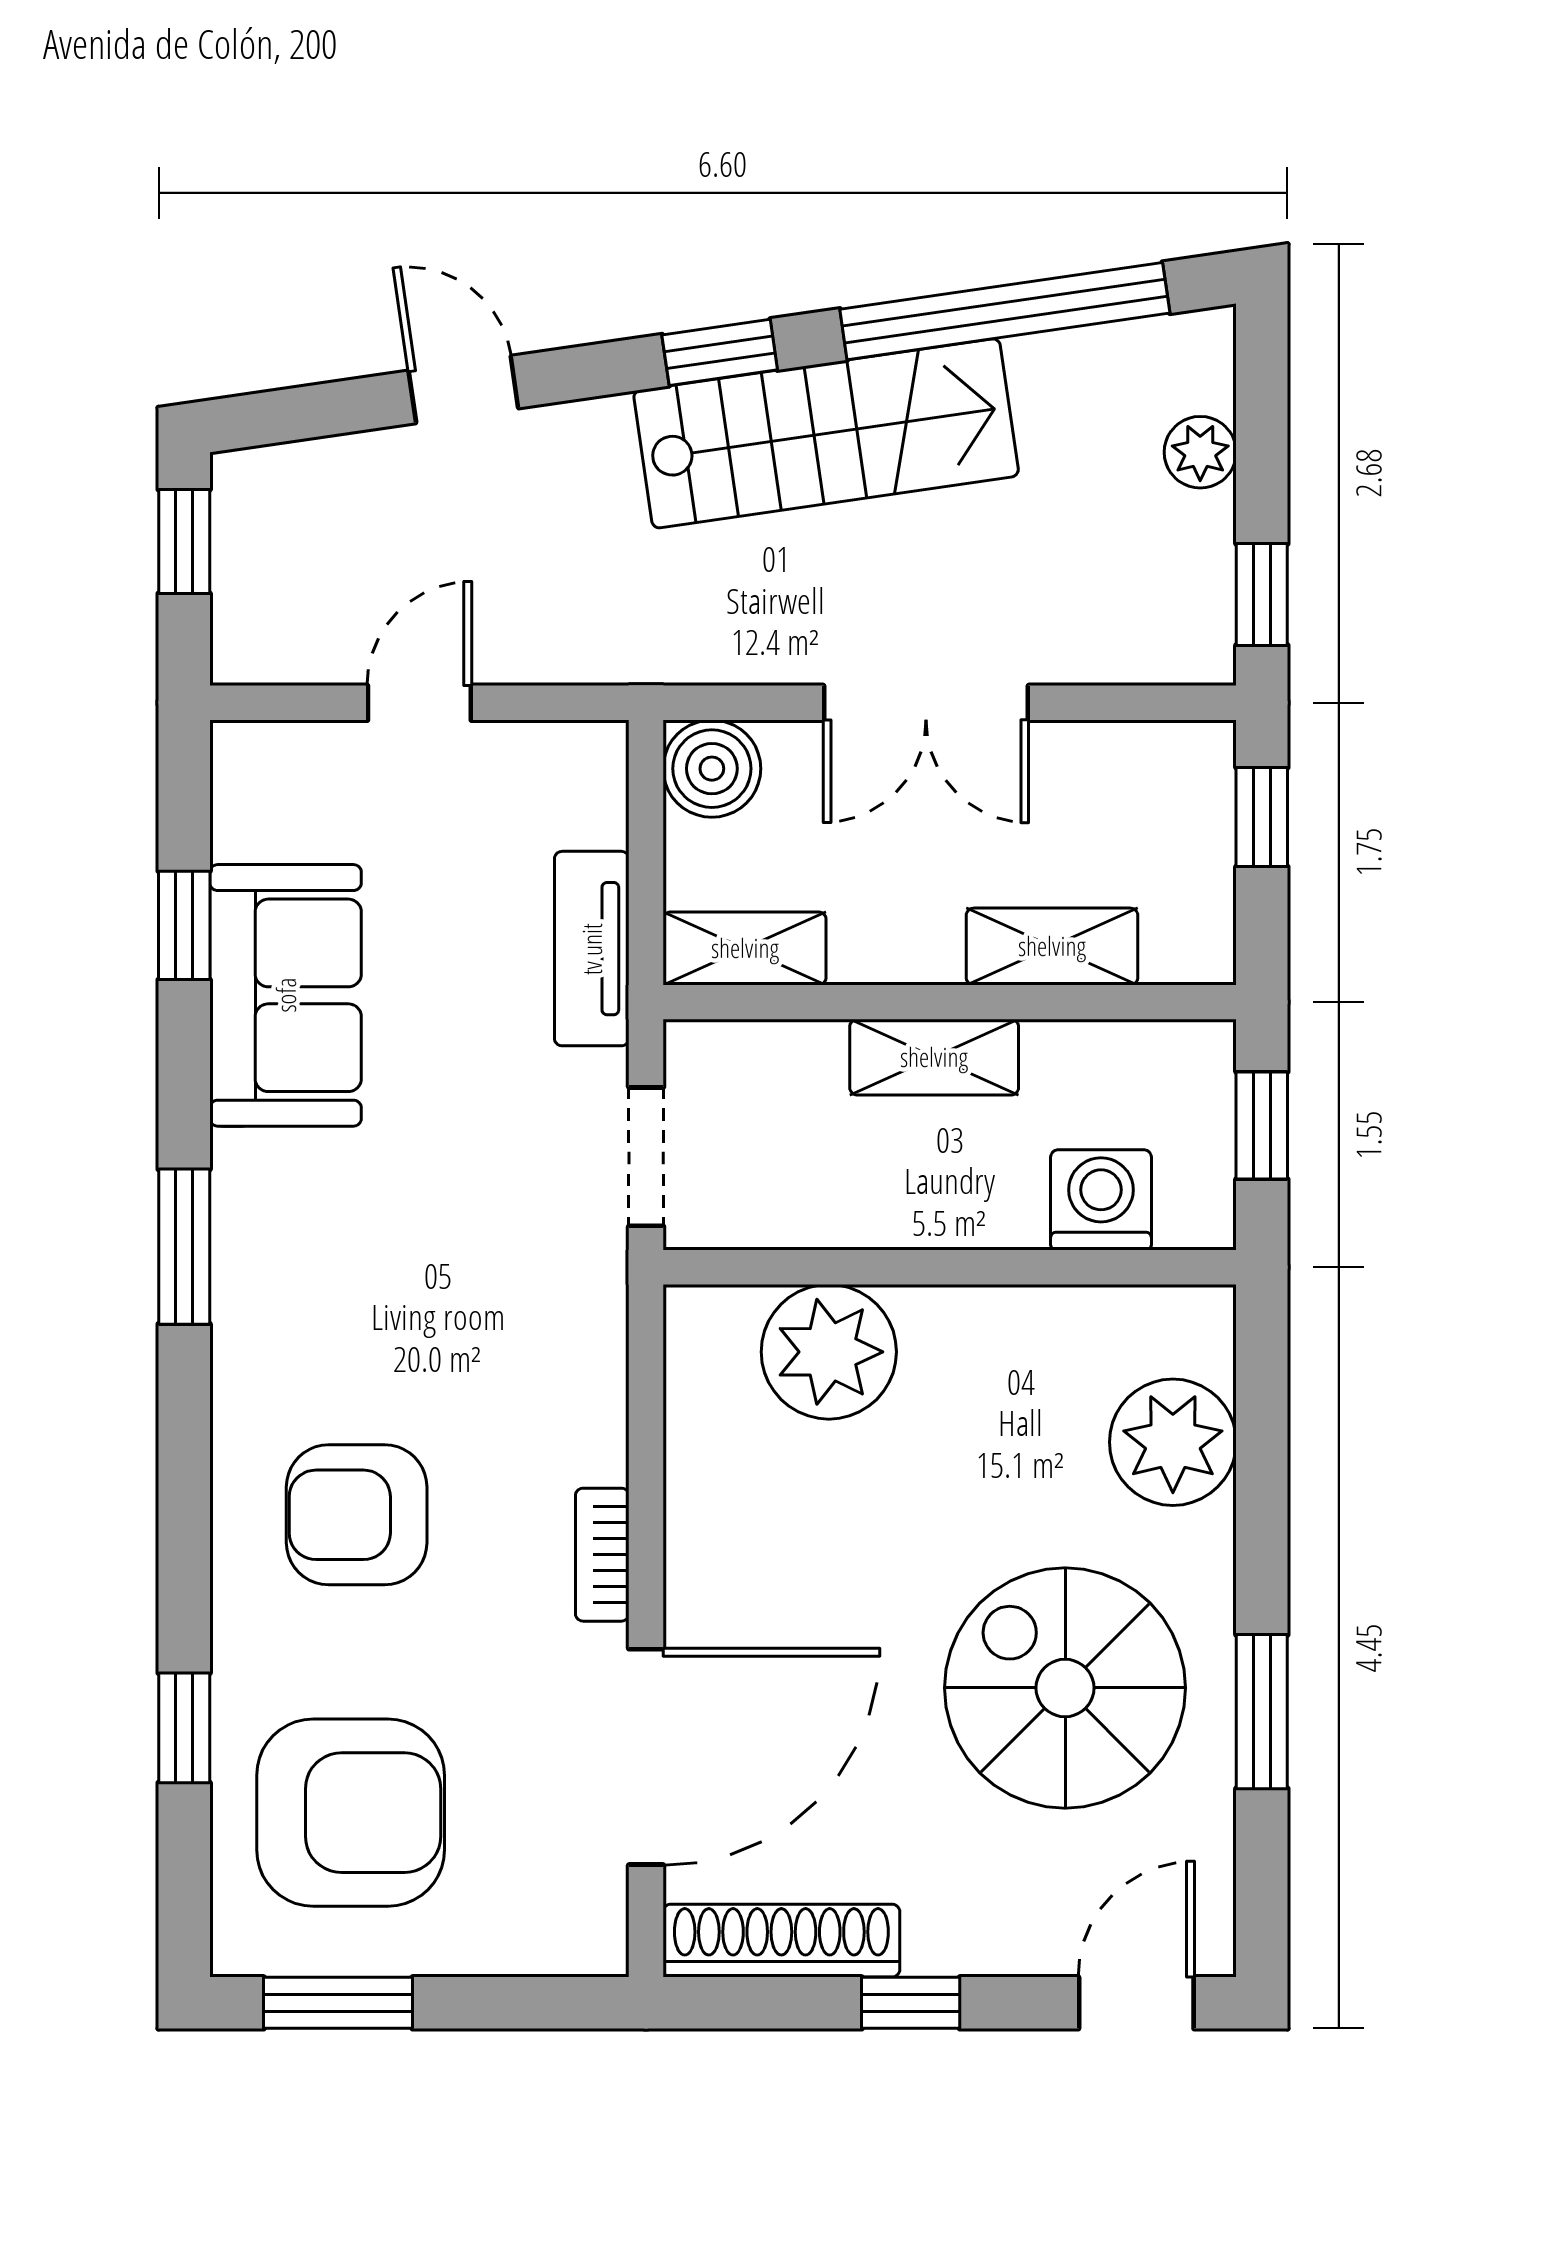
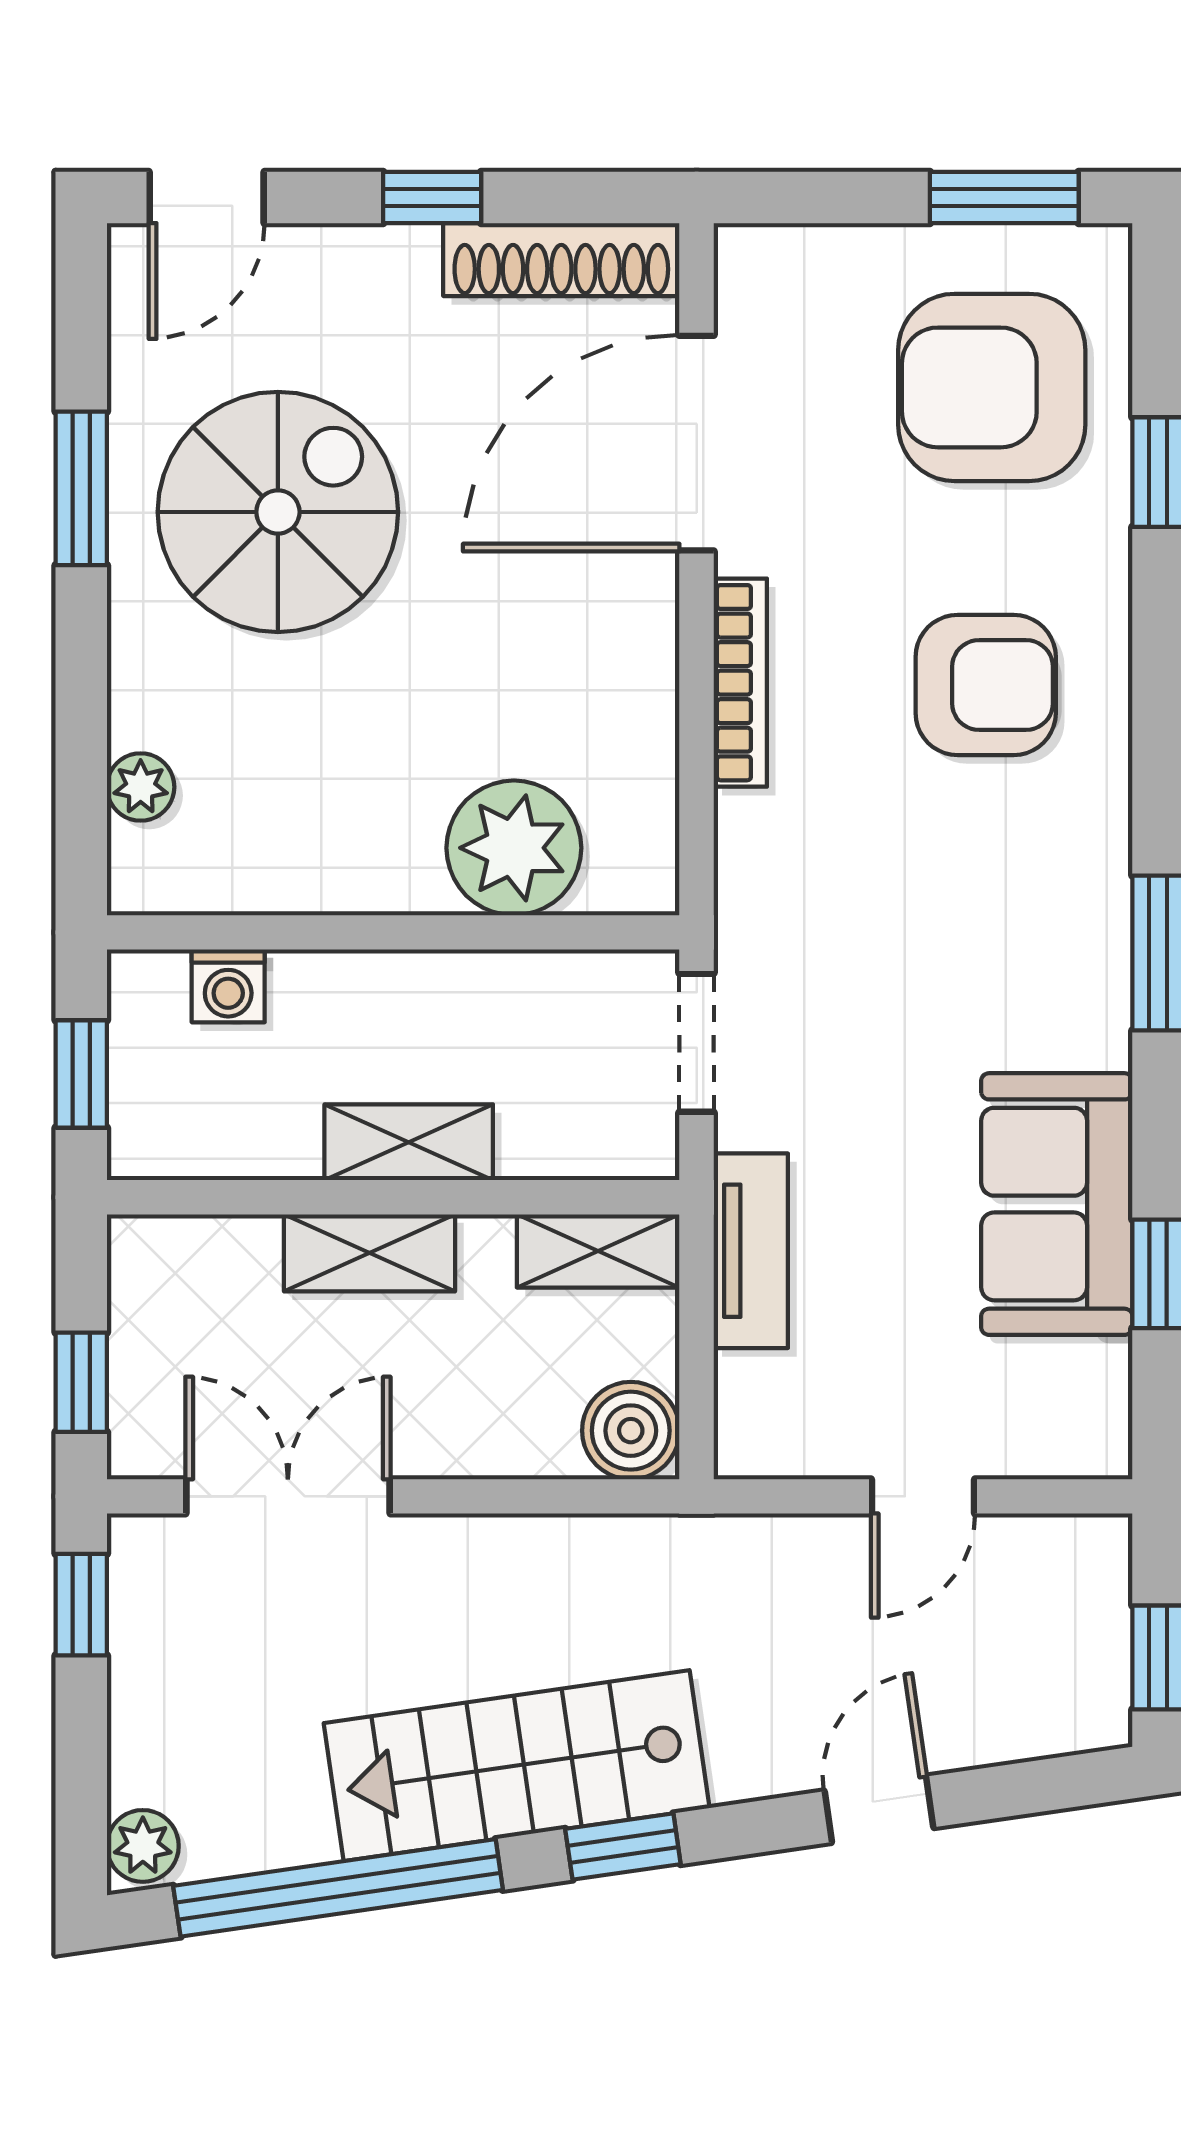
door: (463, 390) -> (879, 1809), swing flipped
plant: (1200, 452) -> (143, 1846), moved
double door: (926, 703) -> (288, 1496), moved
shelving: (1052, 946) -> (369, 1253), moved
washing machine: (1101, 1200) -> (228, 986), width x0.73, depth x0.73
plant: (1173, 1442) -> (141, 787), width x0.53, depth x0.53
bookcase: (602, 1555) -> (740, 683), width x1.56
spiral stairs: (1065, 1688) -> (278, 512), turned -90

